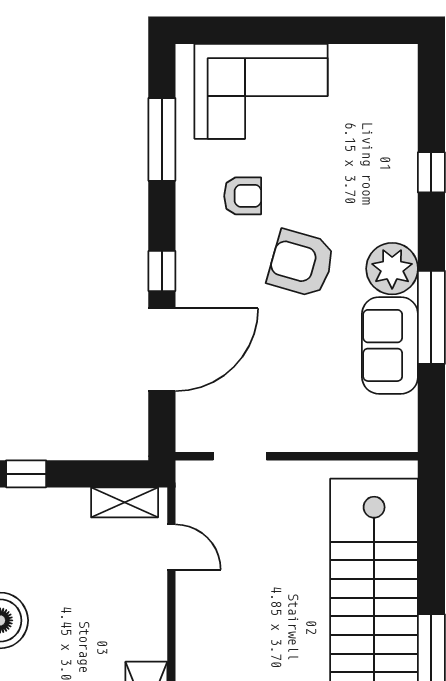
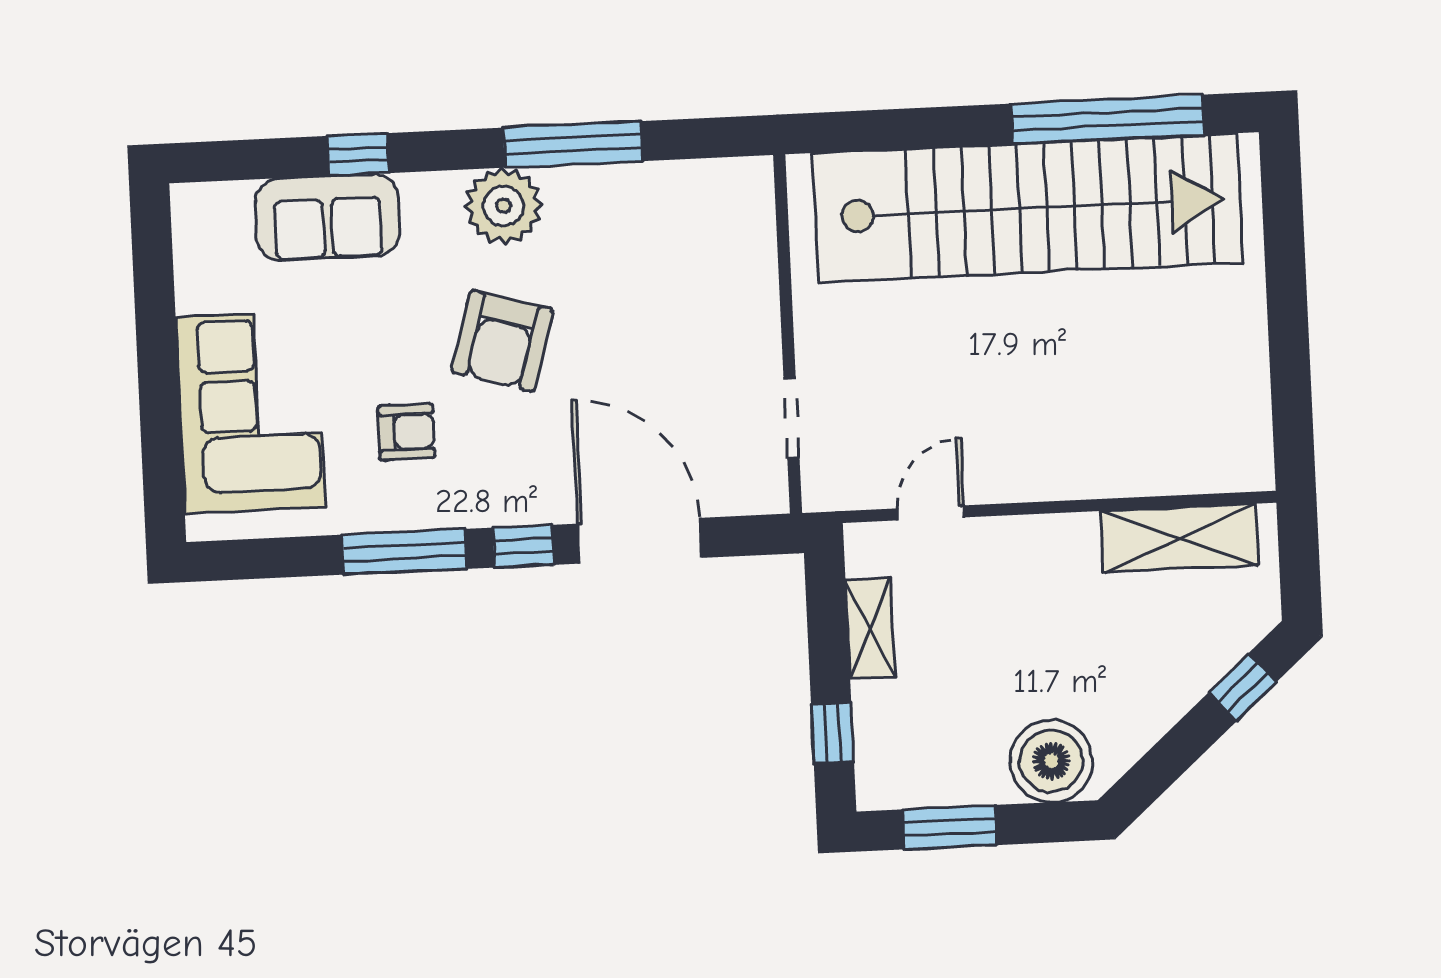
window: (162, 139) -> (404, 552), moved
armchair: (243, 196) -> (406, 432), turned 90
sofa: (390, 345) -> (328, 217), moved
shelving: (125, 502) -> (870, 628), moved

